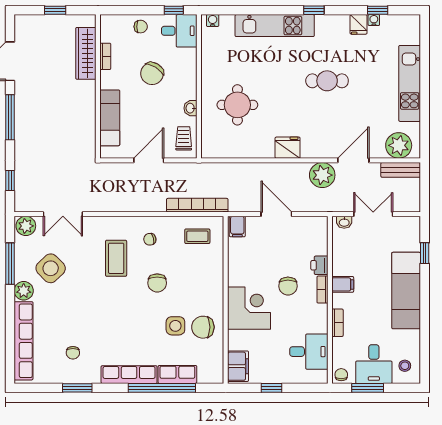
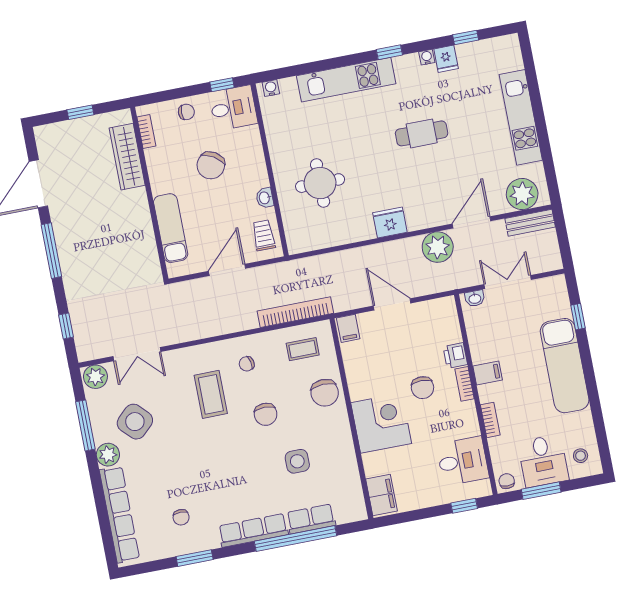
water cooler: (374, 20) -> (427, 57), moved
bookcase: (105, 56) -> (146, 132), moved
chair: (203, 327) -> (325, 393), moved, turned -92
window: (272, 388) -> (464, 506), moved

